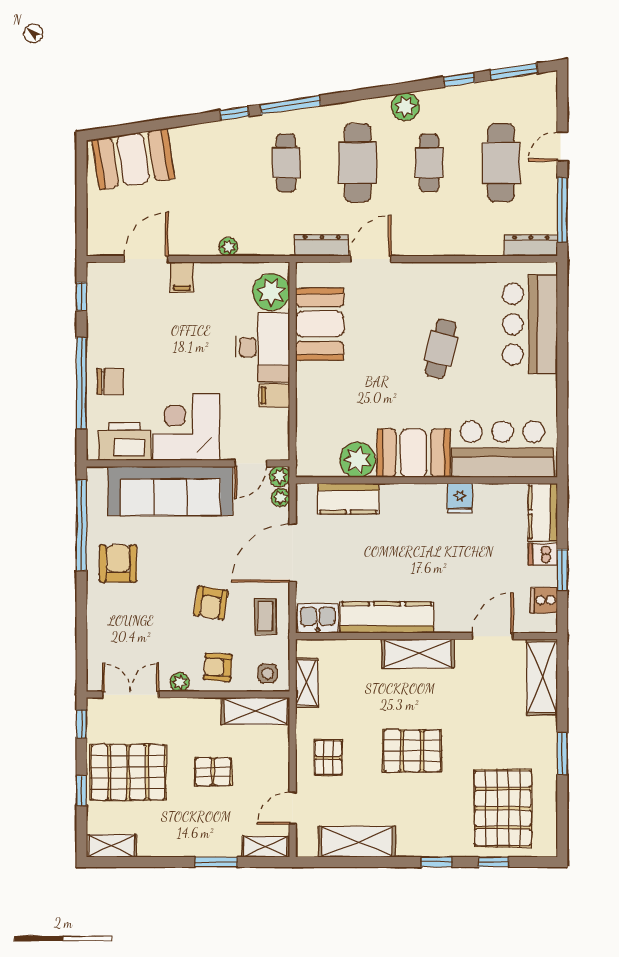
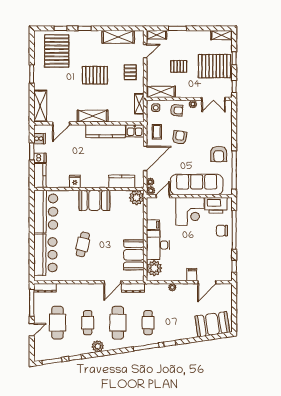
bar counter: (503, 449) -> (46, 212), moved, turned -90
plant: (358, 460) -> (137, 198), moved

